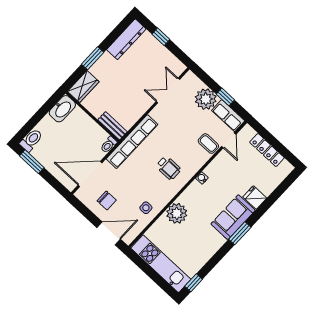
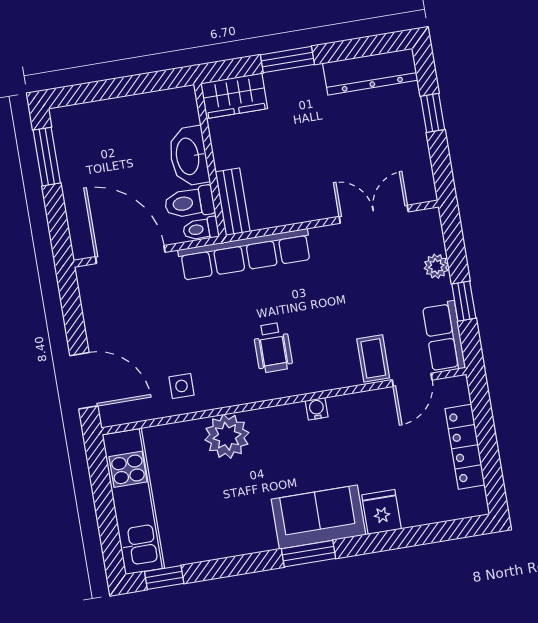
plant: (206, 99) -> (436, 266), width x0.53, depth x0.53
washbasin: (62, 109) -> (189, 156), moved, turned 90
toilet: (31, 140) -> (190, 203), moved, turned 180
chair: (107, 200) -> (124, 322), removed

